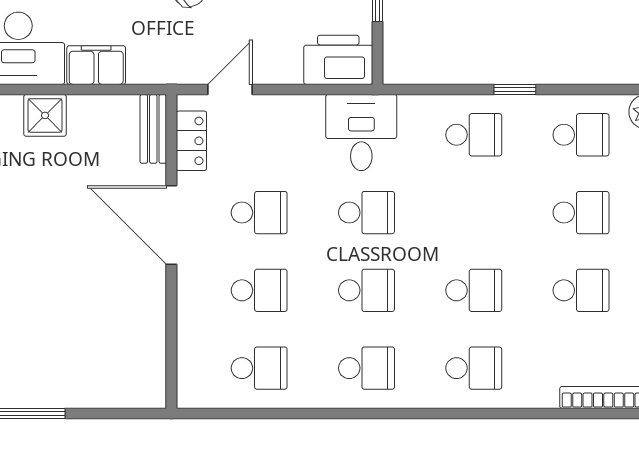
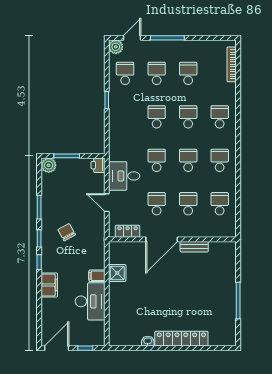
printer: (338, 60) -> (98, 165), width x0.53, depth x0.68
filing cabinet: (96, 65) -> (97, 276), width x0.50
door: (230, 89) -> (107, 203), moved
shower: (45, 115) -> (117, 273), moved
bench: (153, 129) -> (194, 247), moved
desk: (361, 133) -> (124, 176), moved
school desk: (474, 135) -> (157, 117), moved

